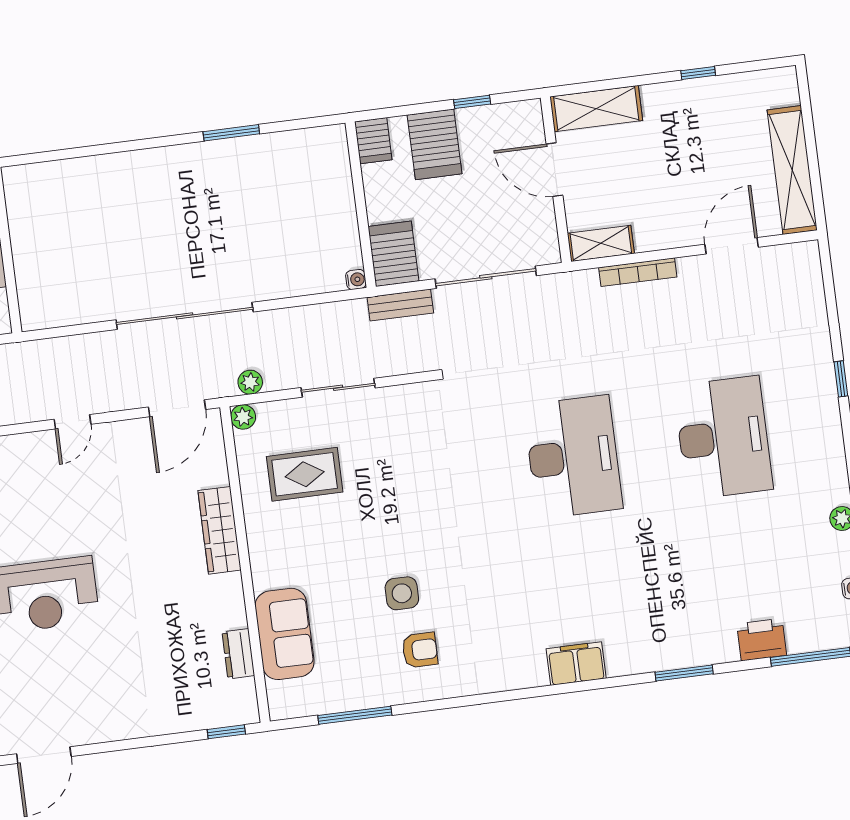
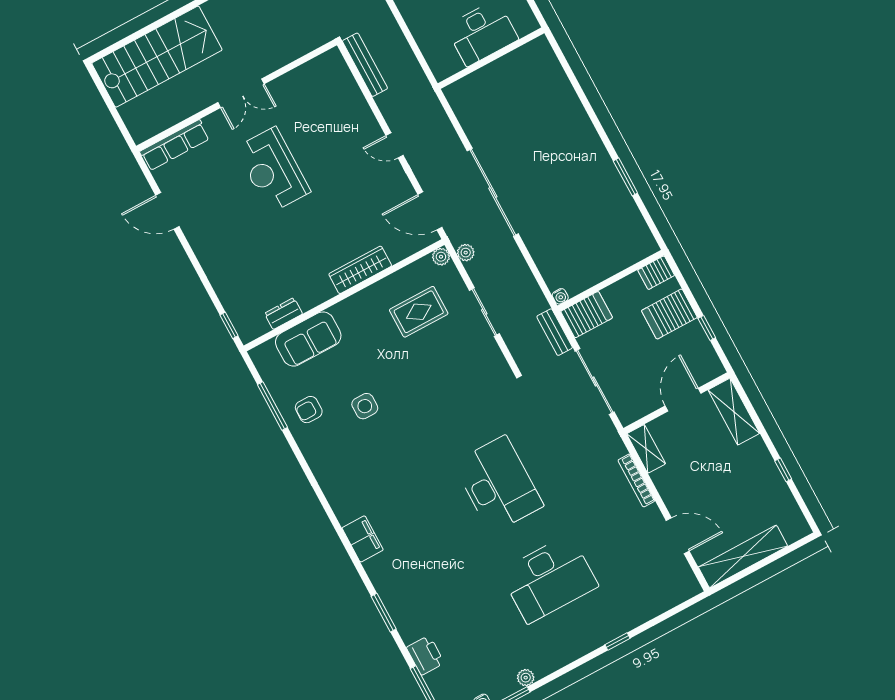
desk: (573, 457) -> (498, 485), turned -90
rug: (305, 474) -> (419, 312), turned 90
armchair: (420, 650) -> (309, 410), moved, turned 90

